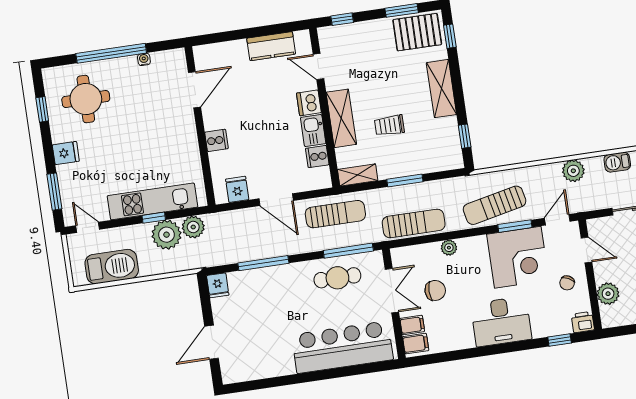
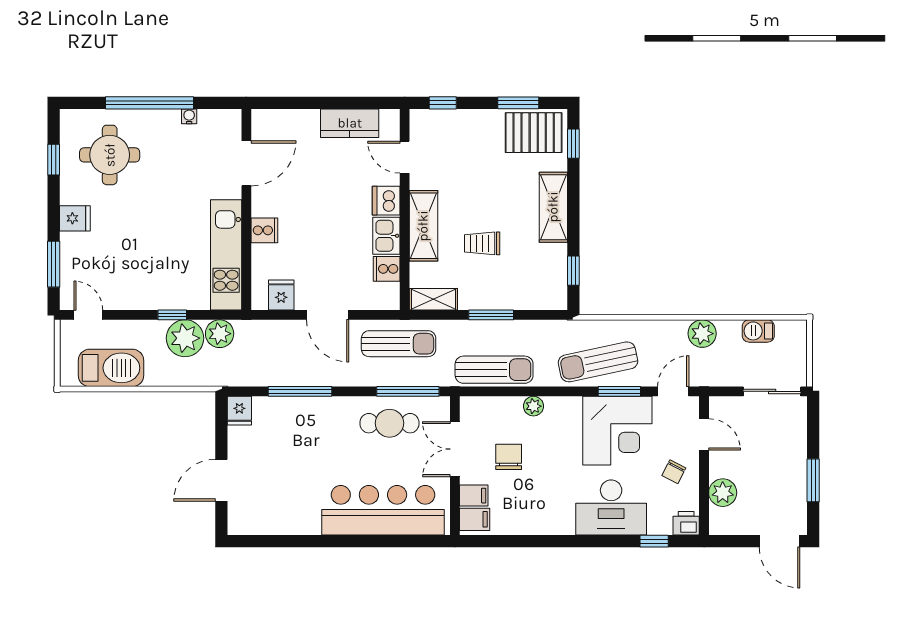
kitchen unit: (152, 201) -> (226, 255), moved, turned -90
chair: (435, 290) -> (509, 457), turned -90
double door: (392, 291) -> (455, 449), swing flipped
desk: (501, 321) -> (611, 507), moved

